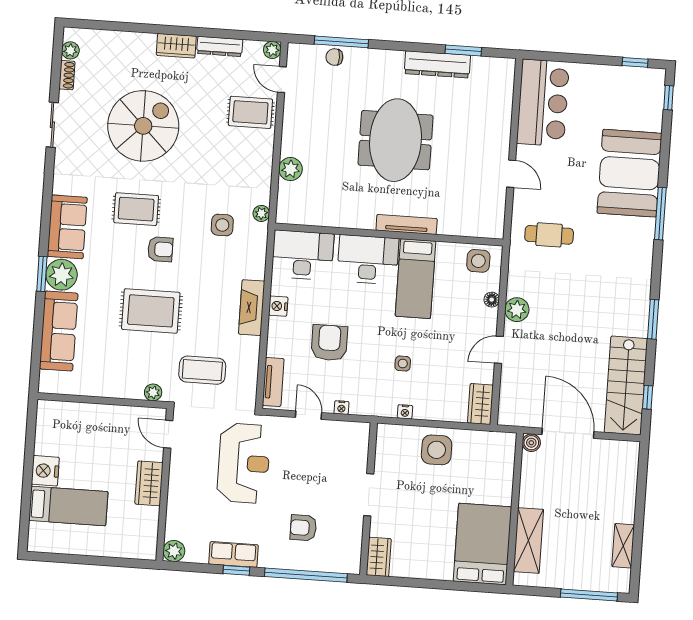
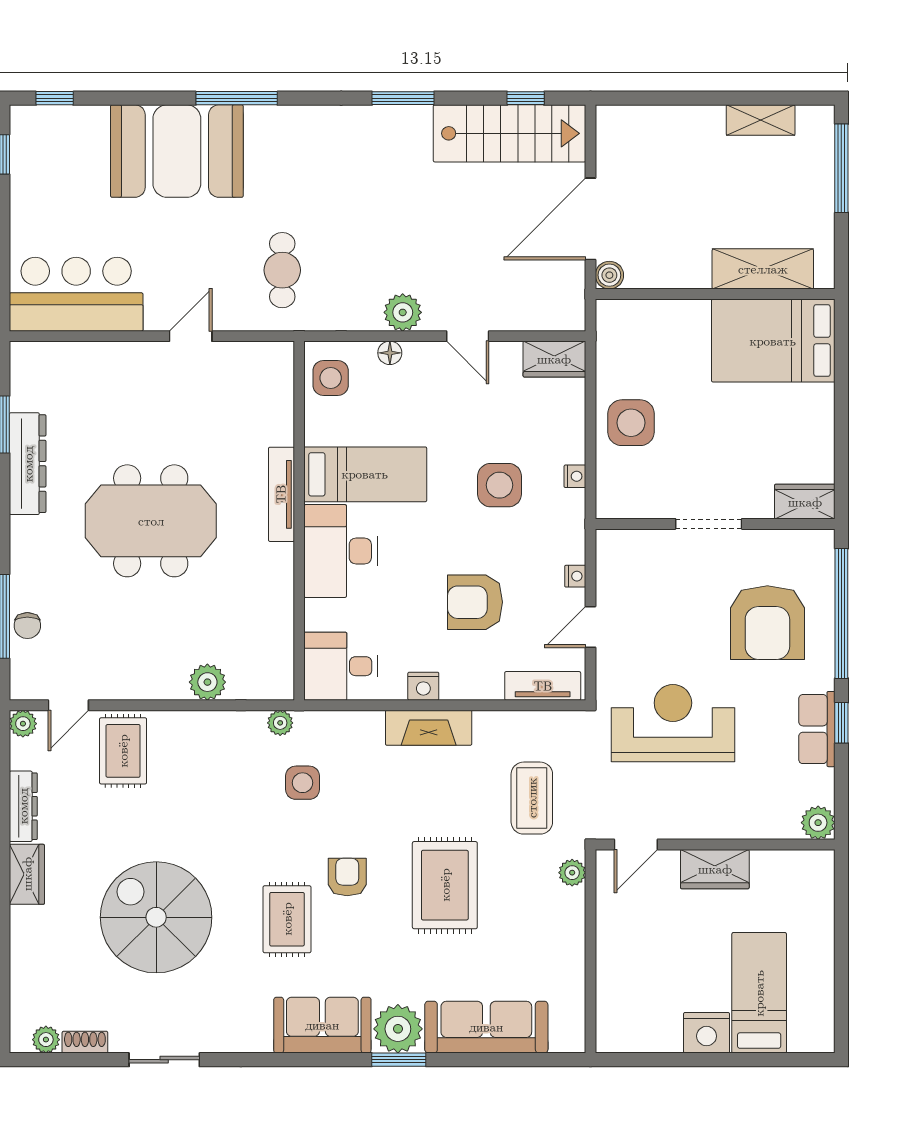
desk: (303, 255) -> (341, 666), width x0.73
side table: (403, 363) -> (500, 485), width x1.87, depth x1.87
armchair: (303, 528) -> (767, 623), width x1.88, depth x1.88

